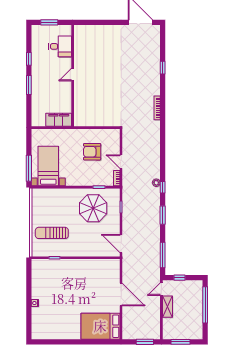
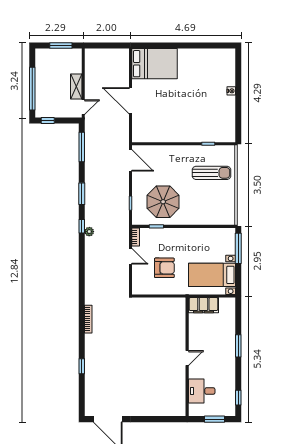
window: (29, 59) -> (238, 398), moved
bed with nightstands: (48, 166) -> (212, 275), moved, turned 90
window: (180, 278) -> (48, 121), moved
window: (145, 342) -> (103, 45), removed

